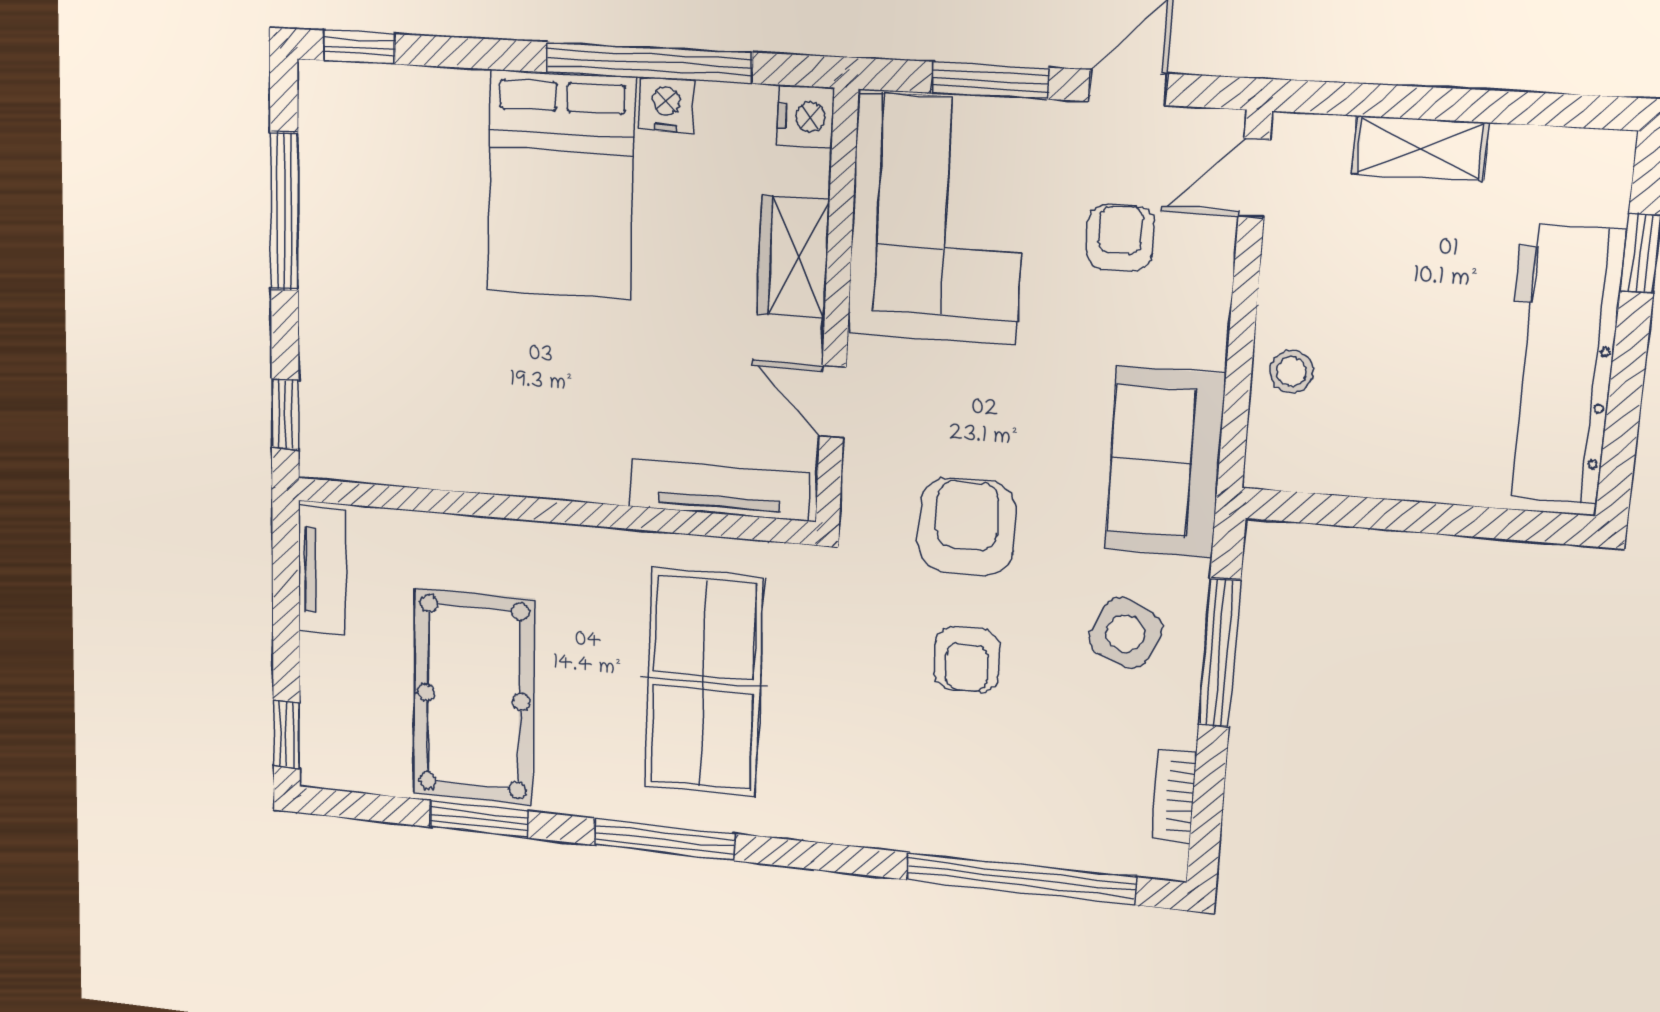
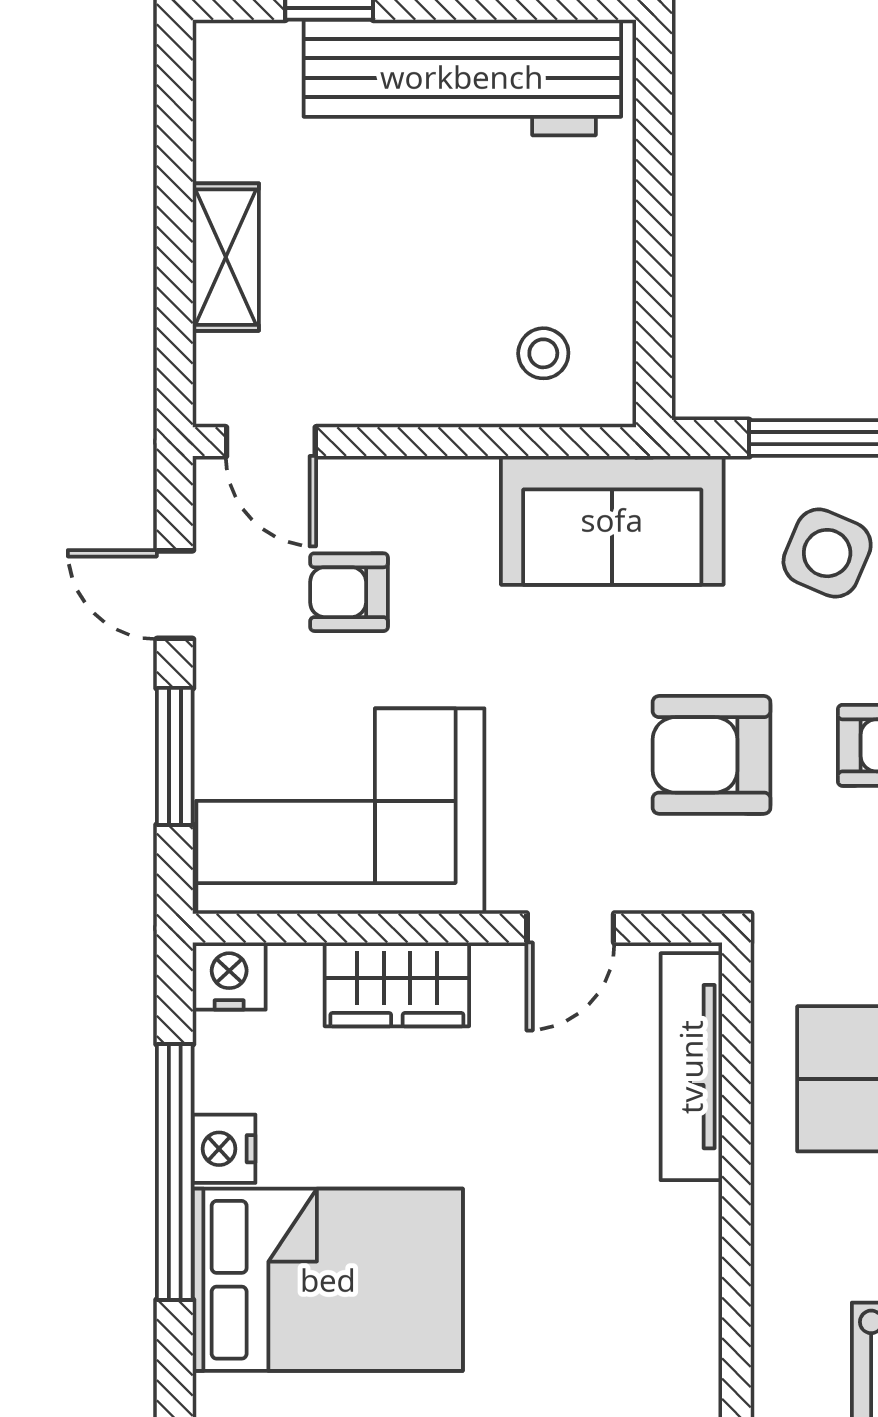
stool: (1292, 372) -> (543, 353), moved

